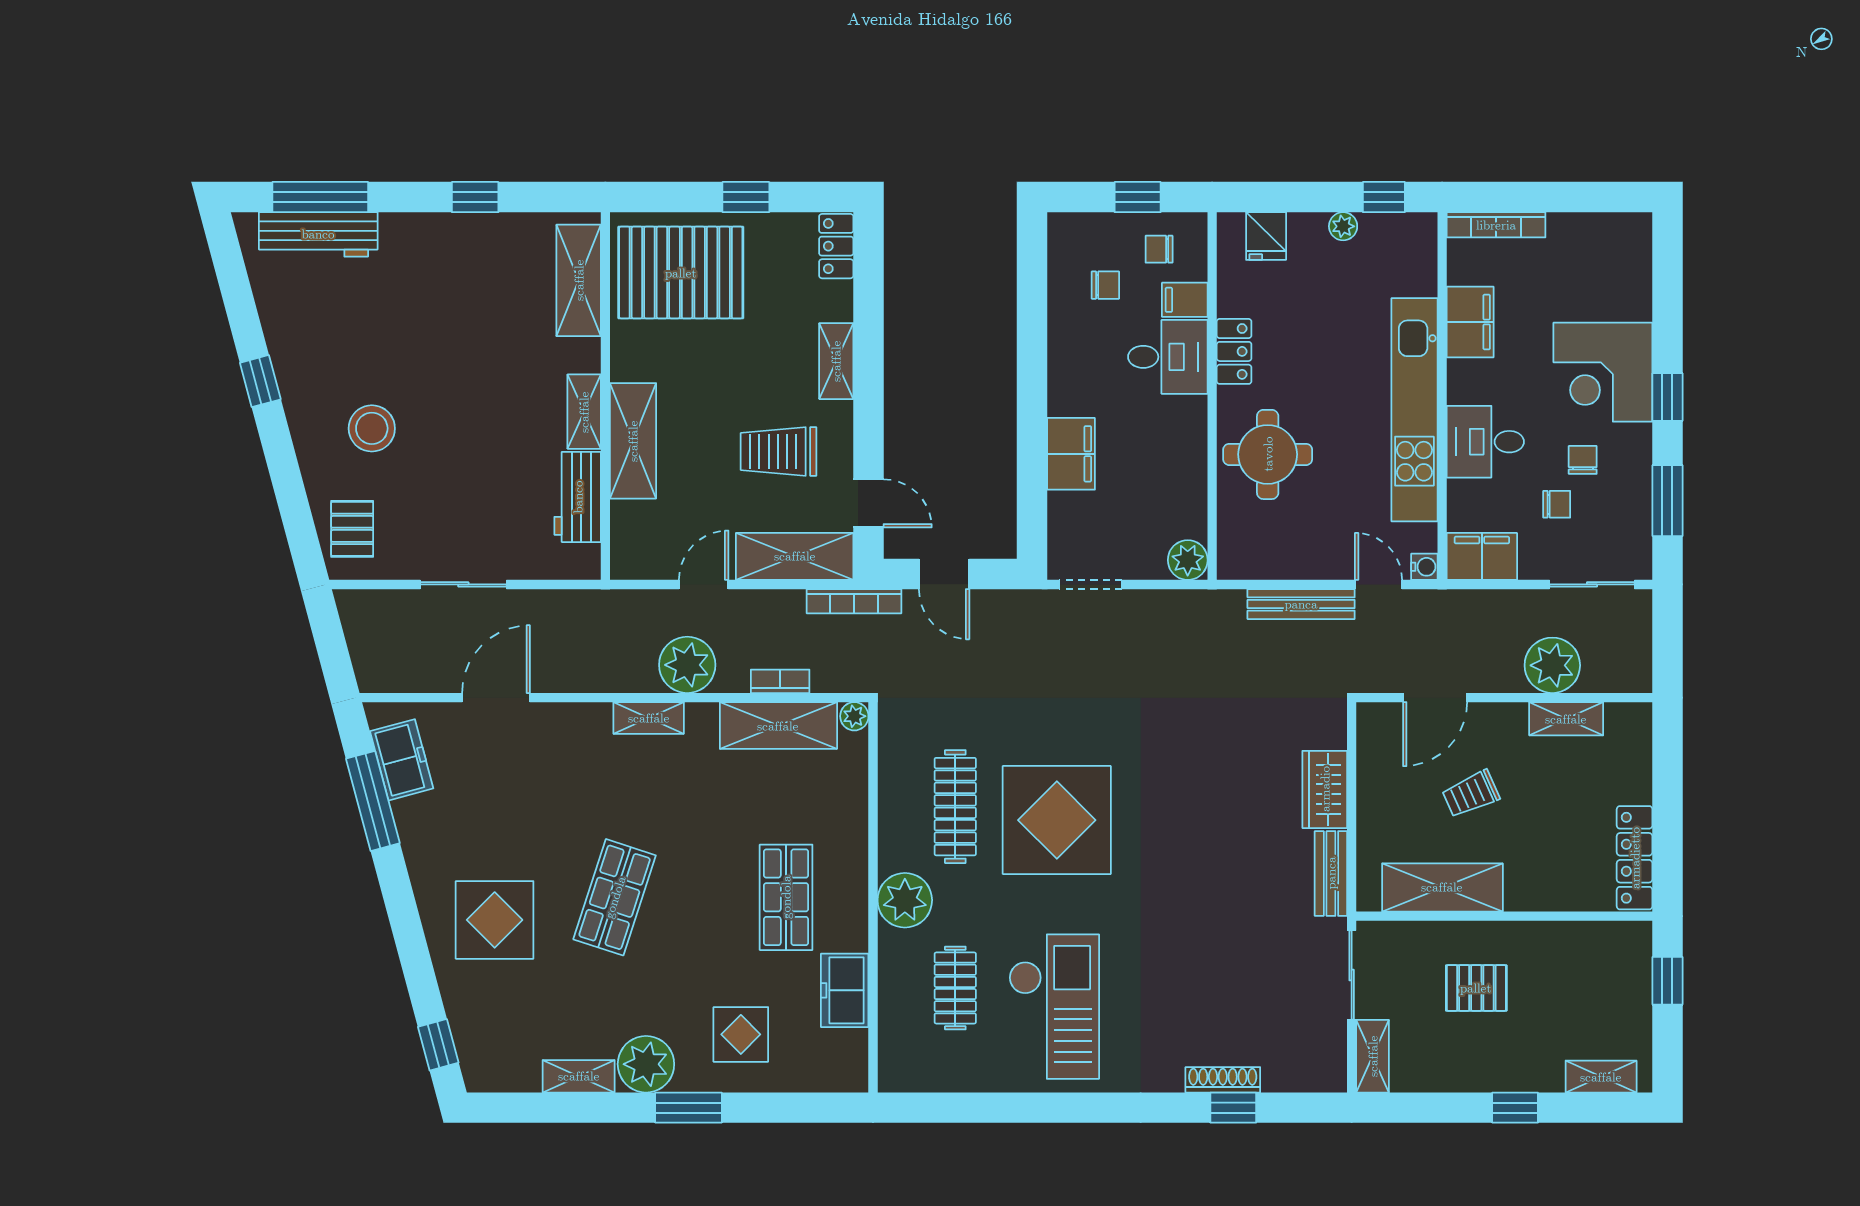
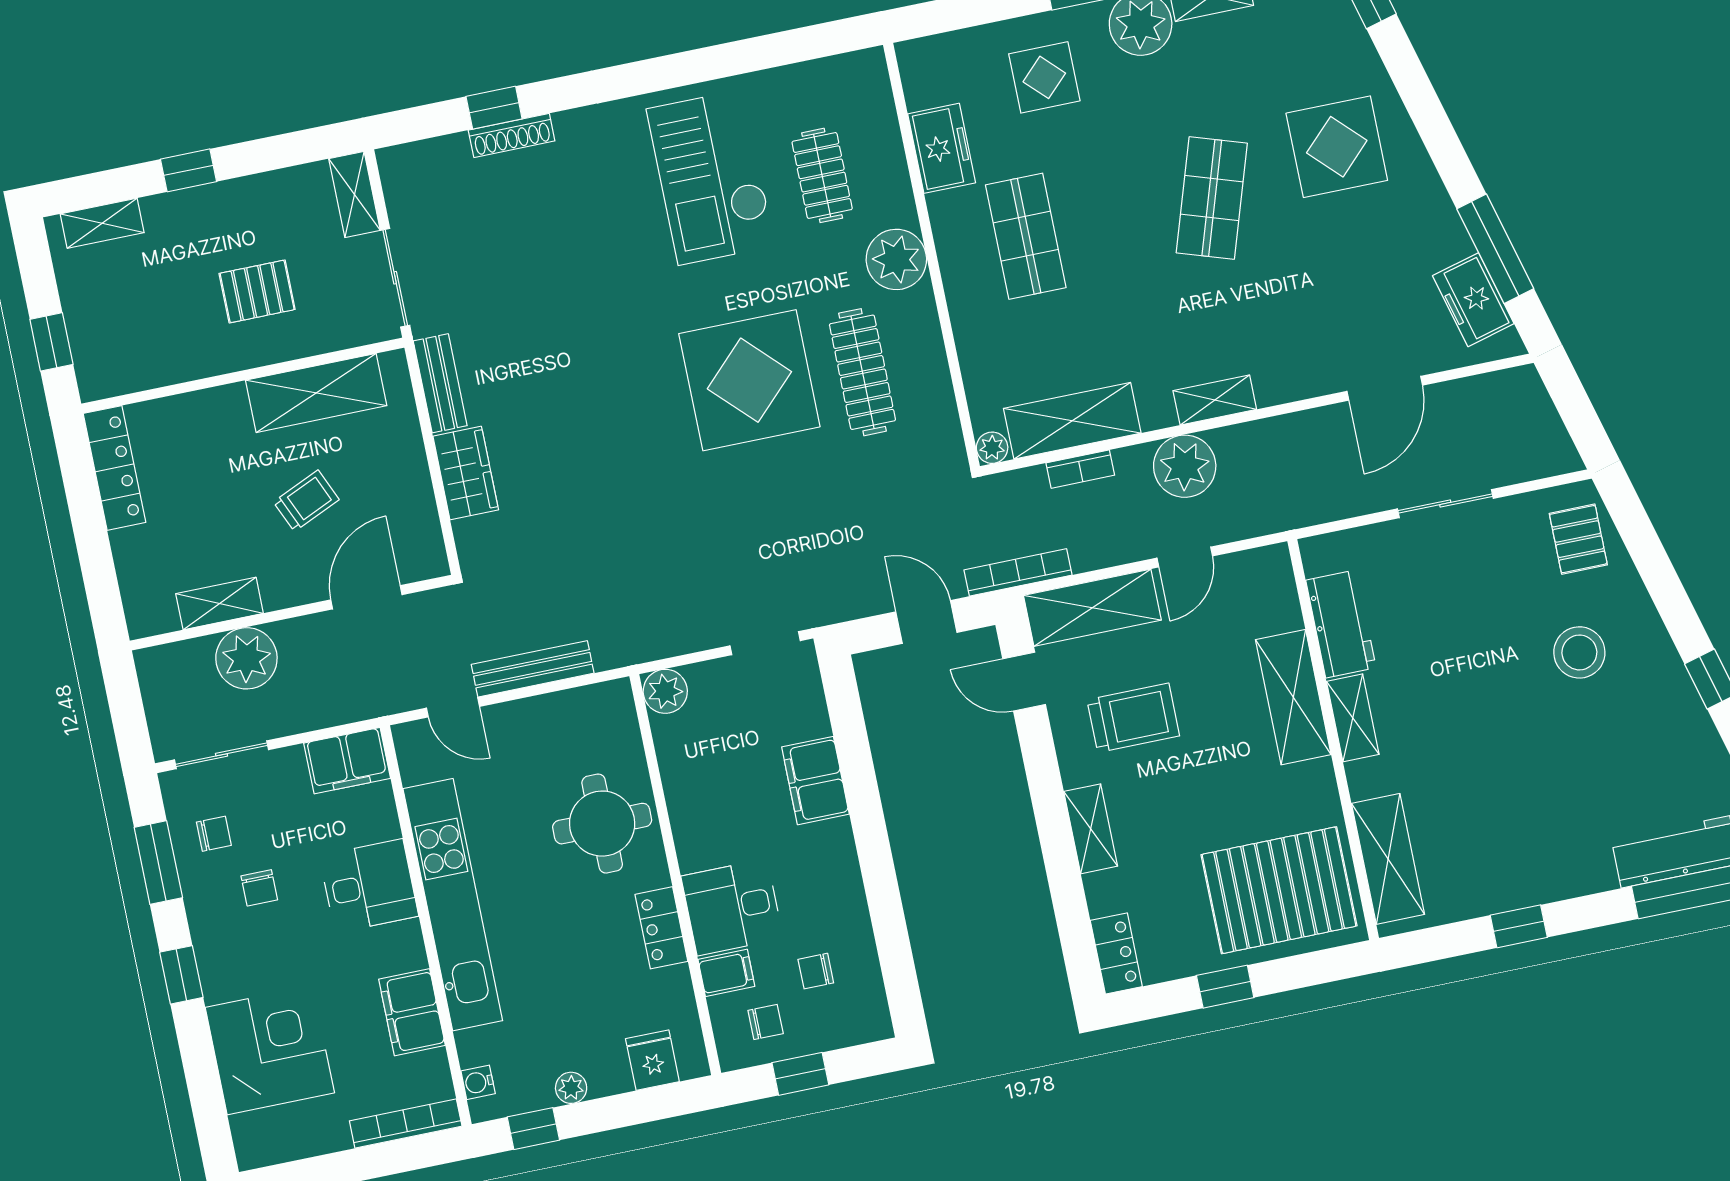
corner desk: (1603, 372) -> (270, 1050), moved
chair: (1557, 504) -> (214, 834), moved, turned 180
water cooler: (1424, 567) -> (478, 1082), moved

